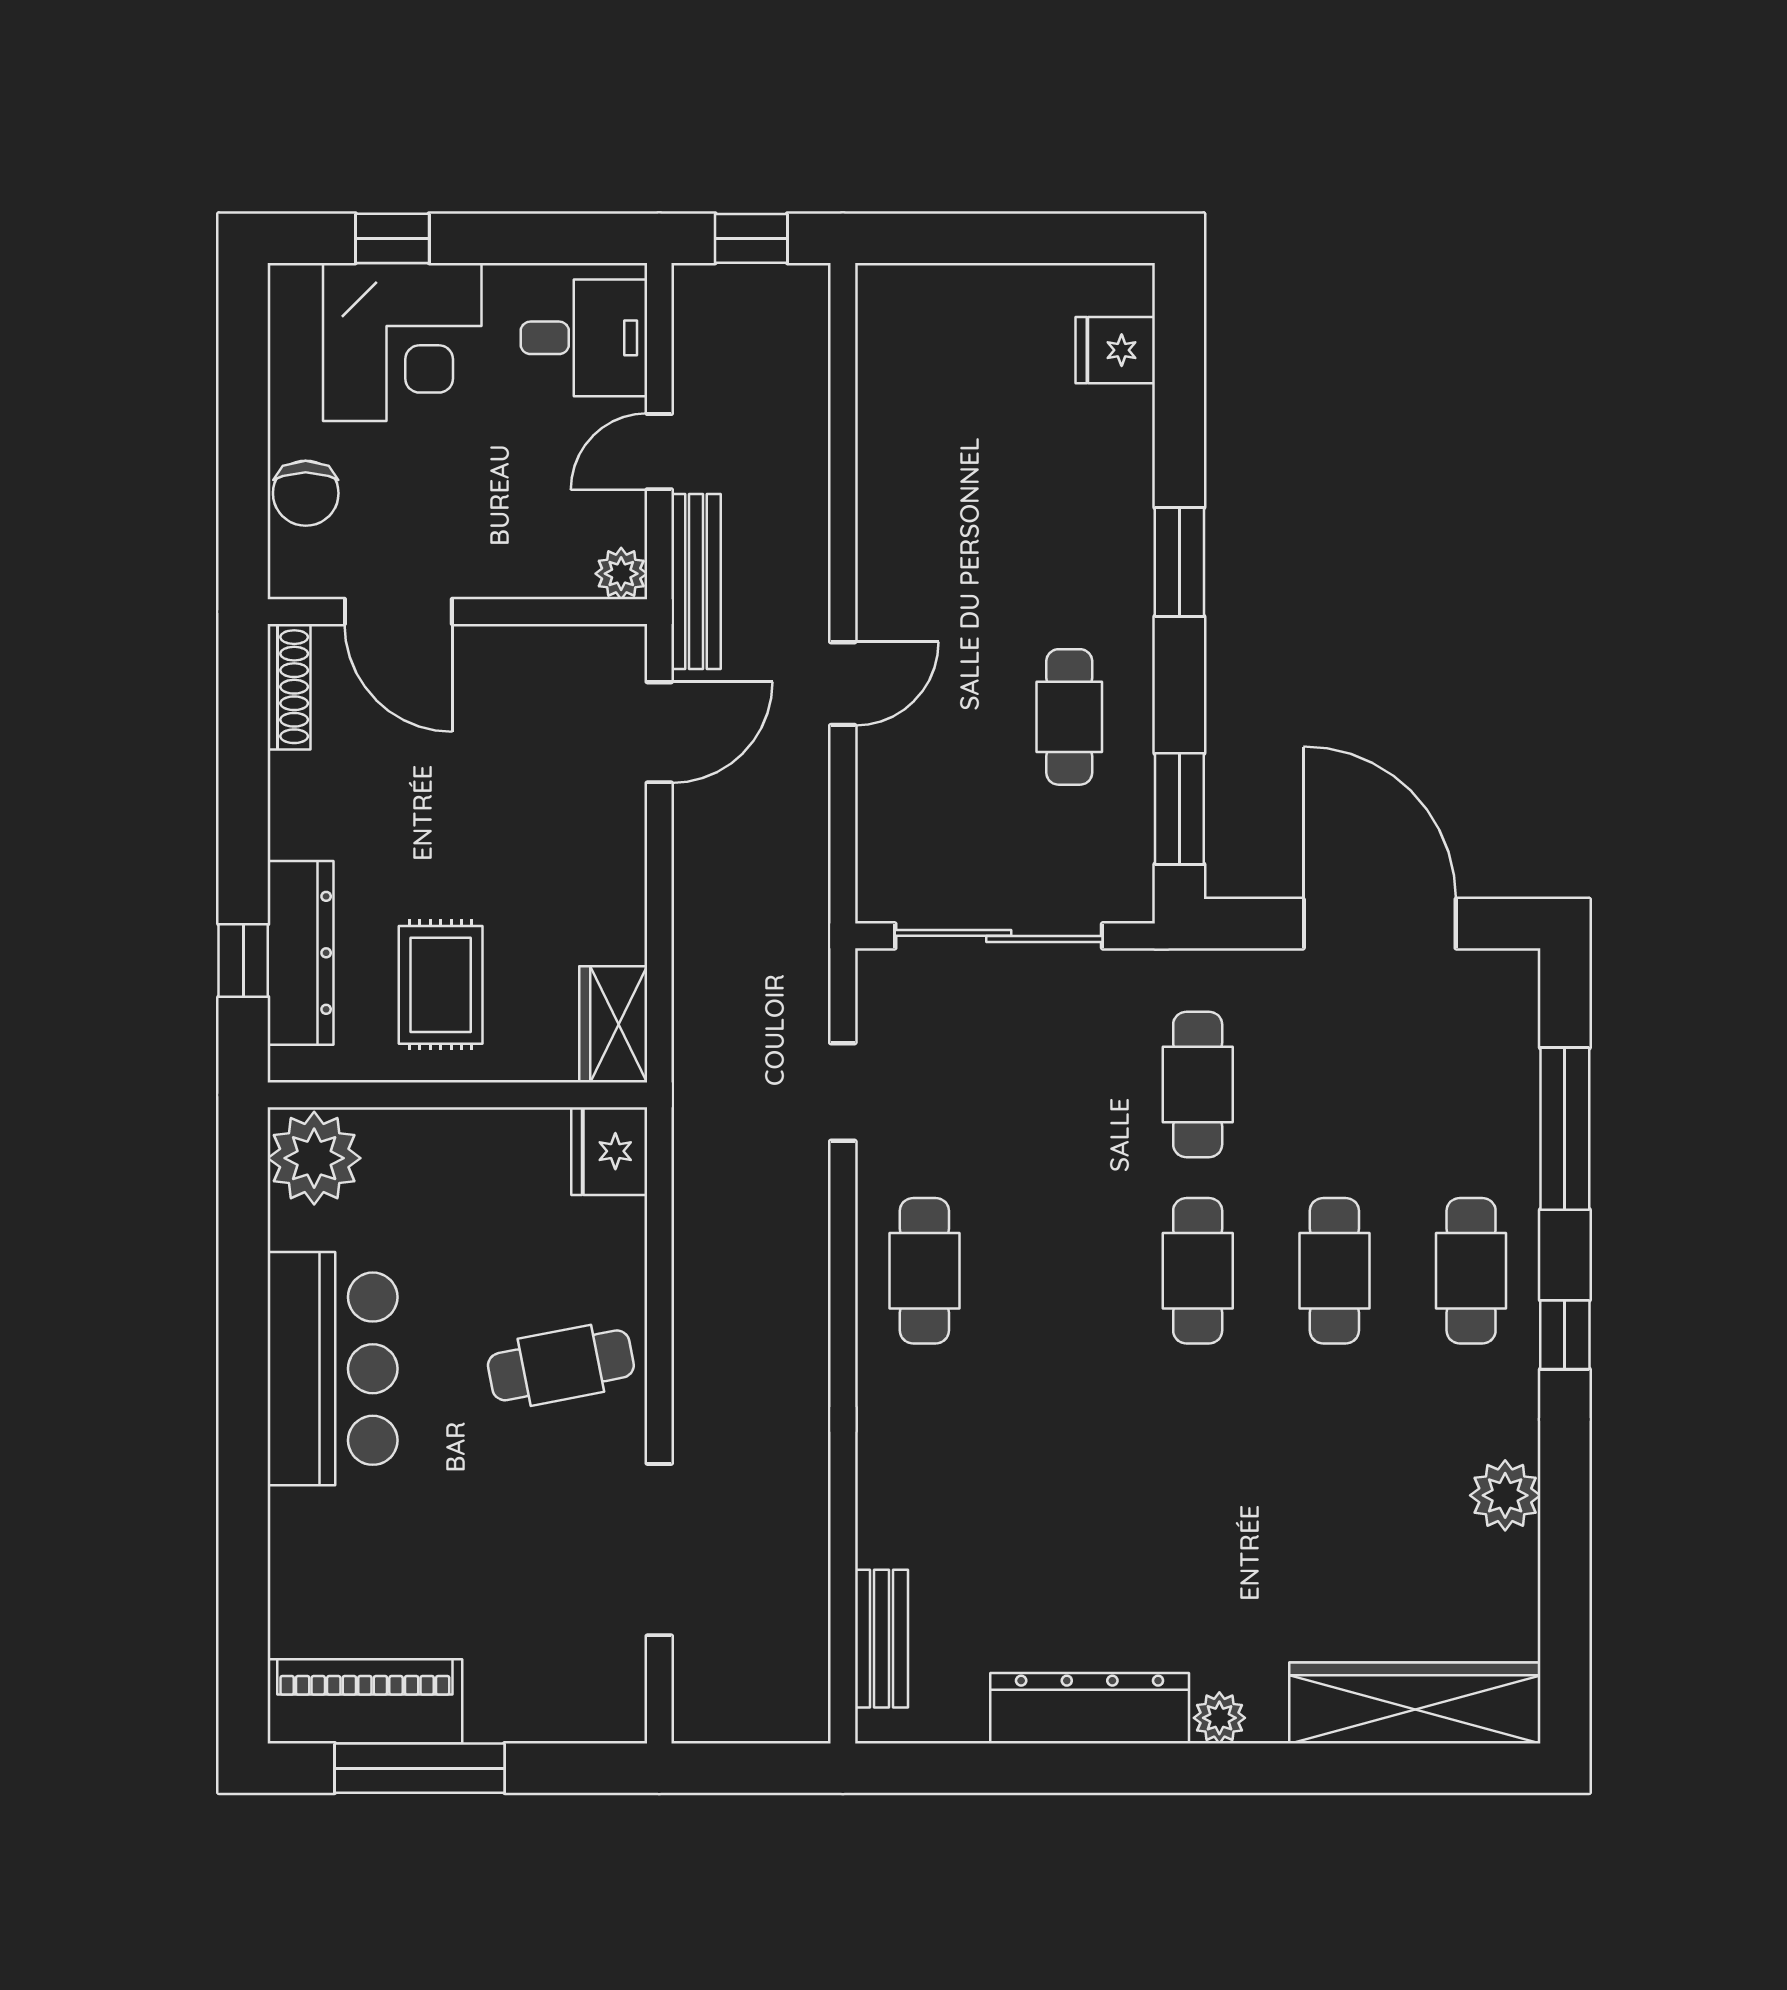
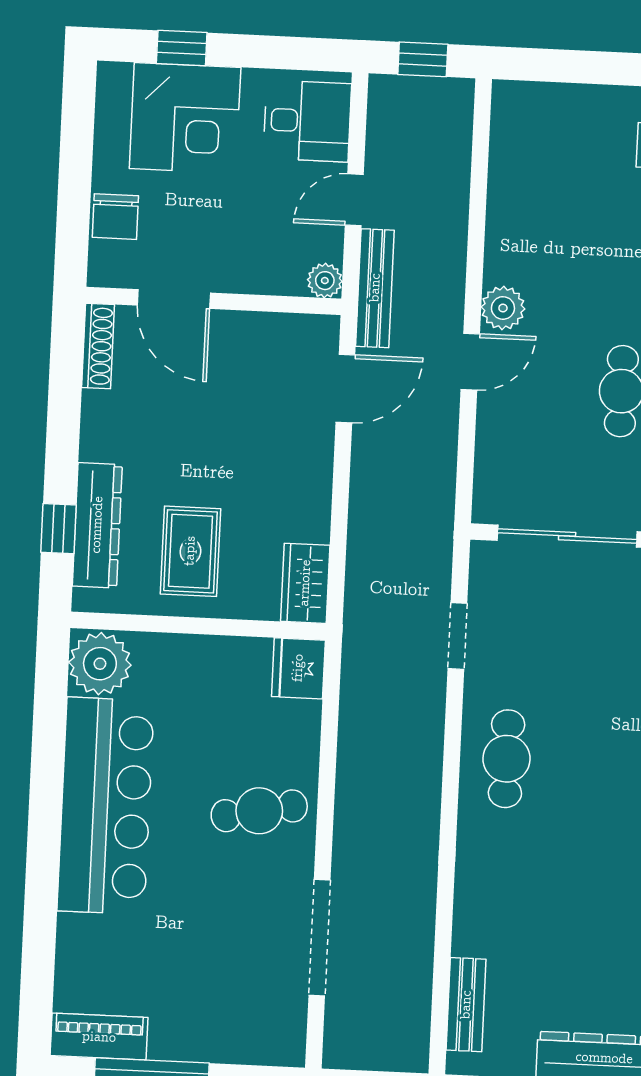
plant: (888, 602) -> (503, 308), added
bar counter: (333, 1369) -> (106, 806), width x1.36
piano: (365, 1701) -> (99, 1037), width x0.73, depth x0.75

